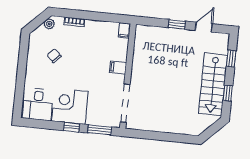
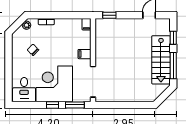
window: (177, 24) -> (109, 15), moved
window: (228, 93) -> (173, 66), width x2.17
corner desk: (70, 106) -> (54, 84), width x1.36, depth x1.36

